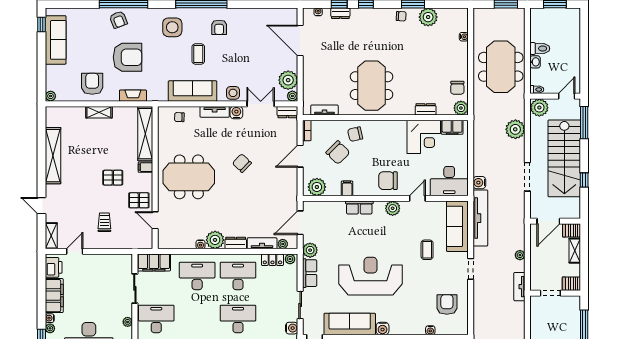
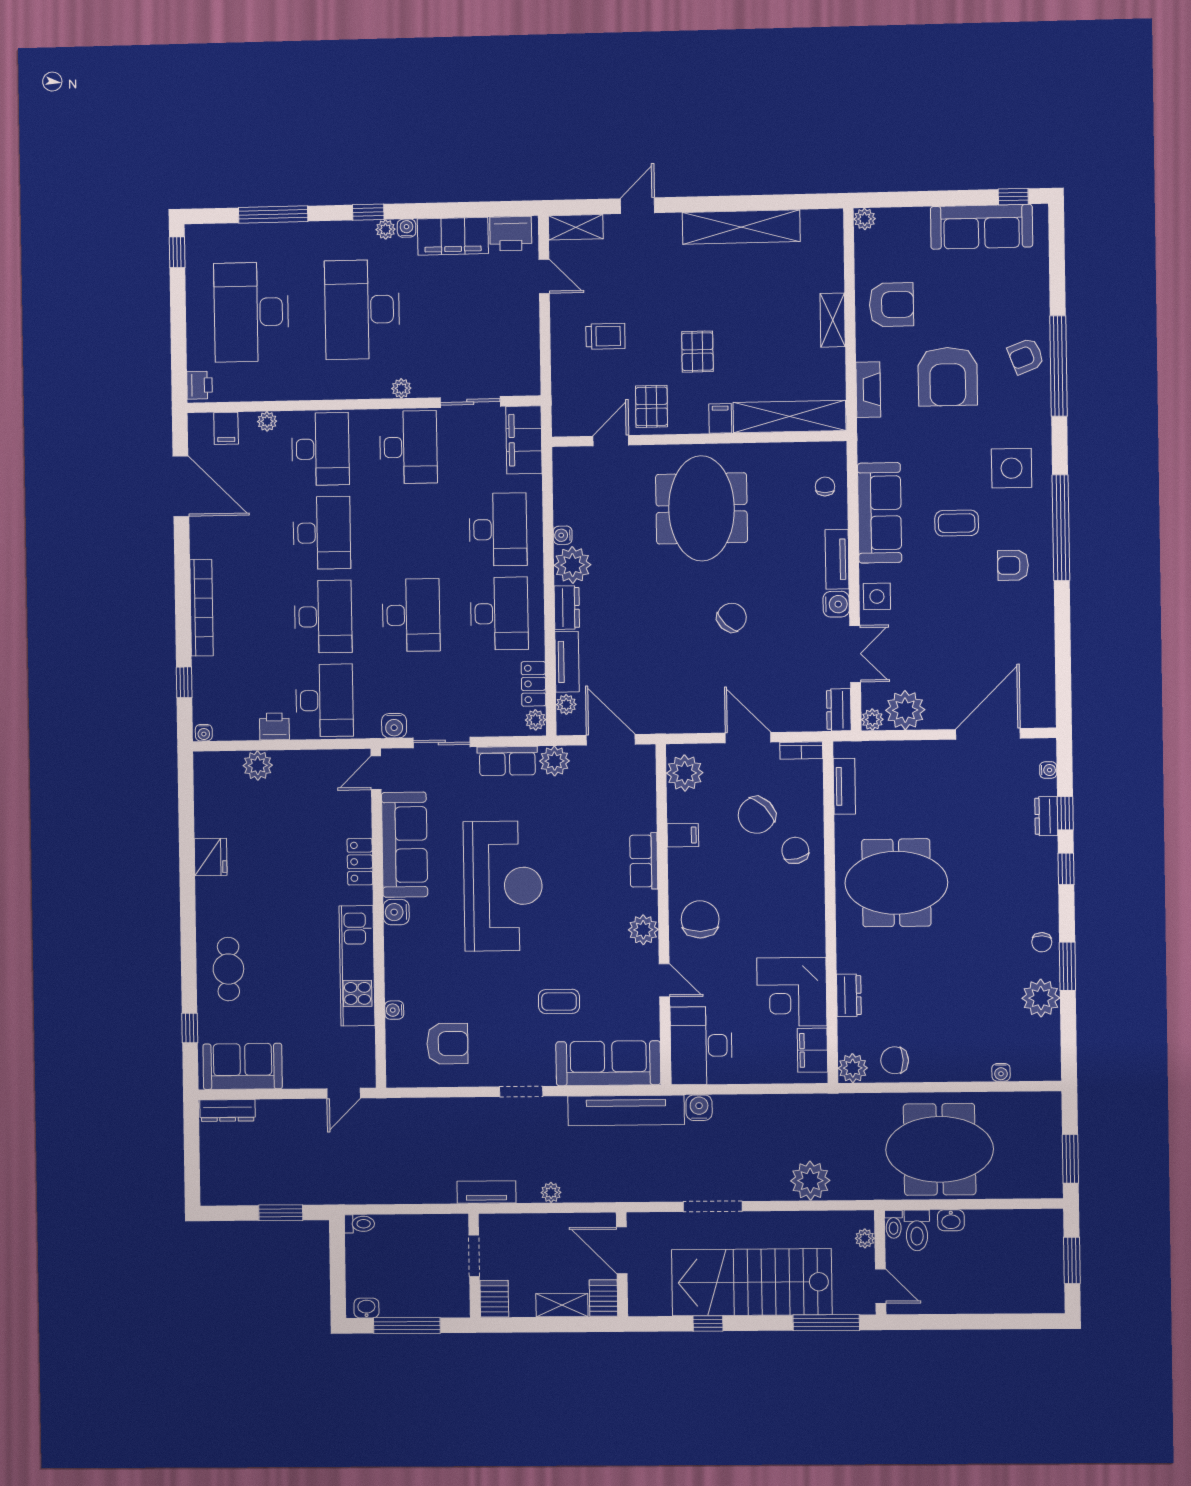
toilet: (540, 49) -> (917, 1230), moved
plant: (539, 108) -> (865, 1238), width x0.53, depth x0.53

